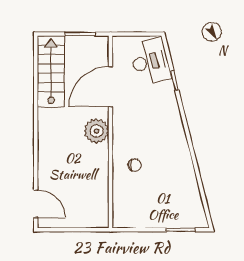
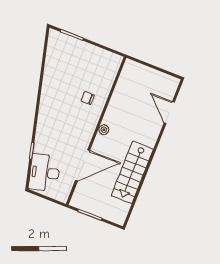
stairs: (51, 72) -> (132, 172), moved
plant: (97, 131) -> (104, 130), width x0.53, depth x0.53
door: (36, 204) -> (169, 113), moved

